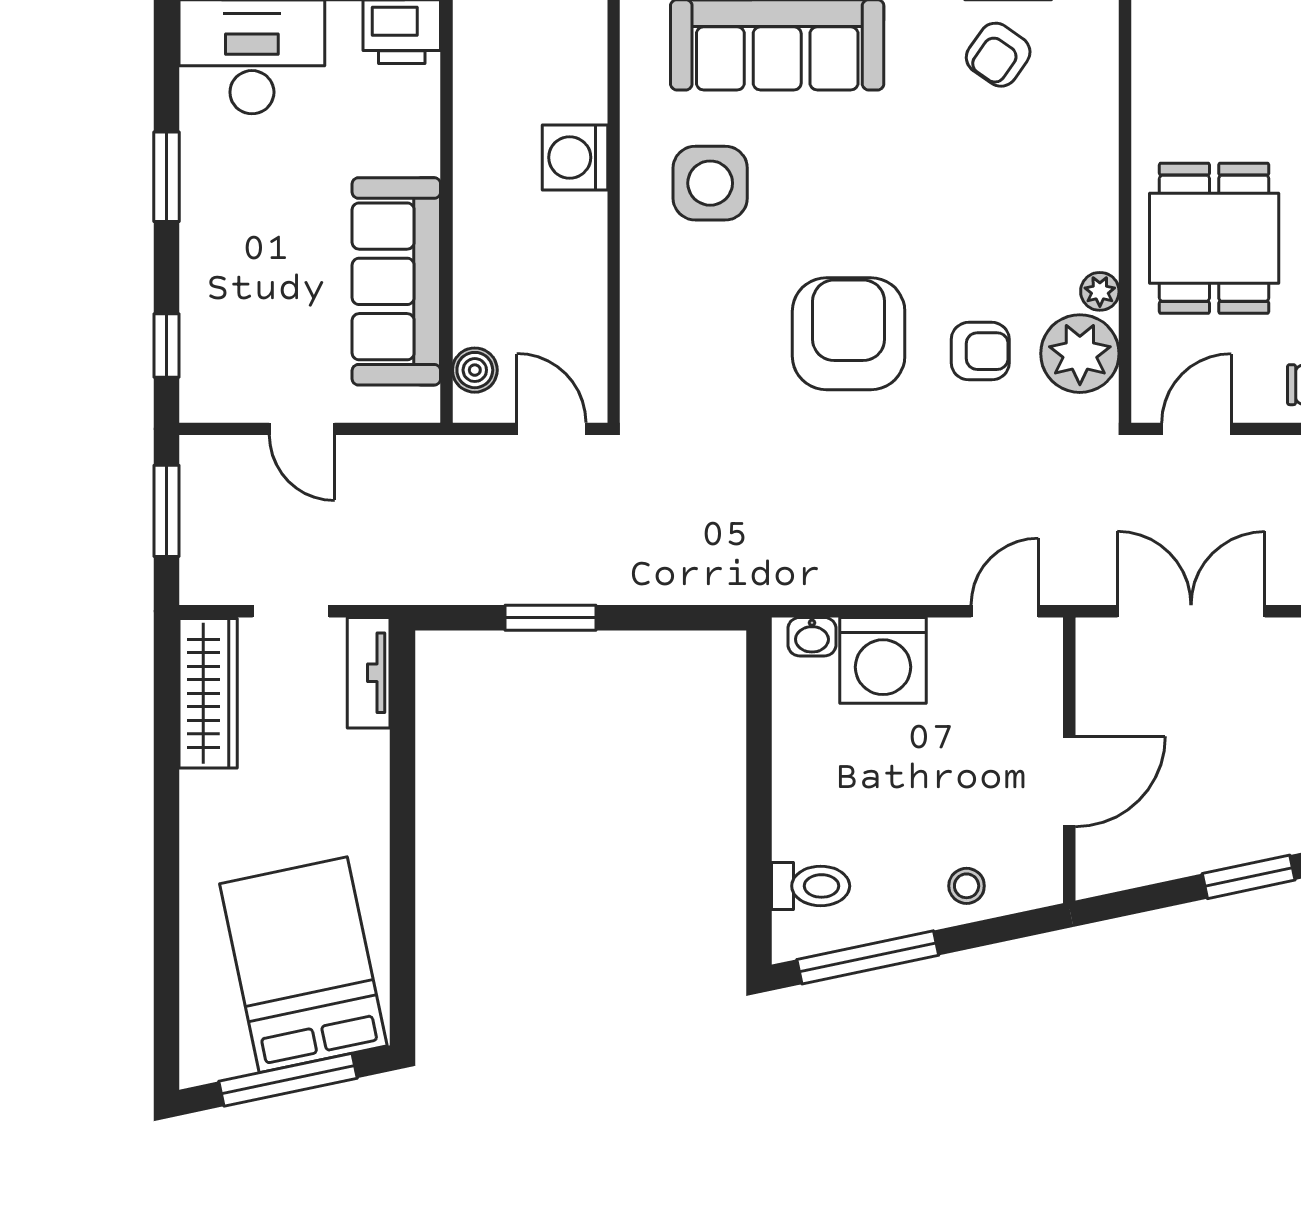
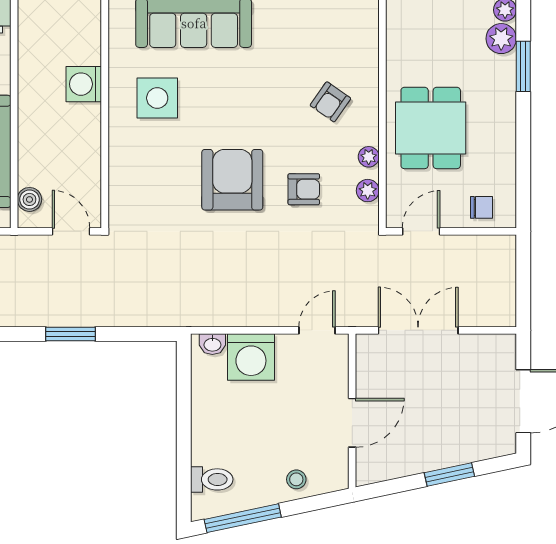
armchair: (998, 55) -> (330, 102), moved
plant: (1080, 354) -> (368, 191), width x0.53, depth x0.53

